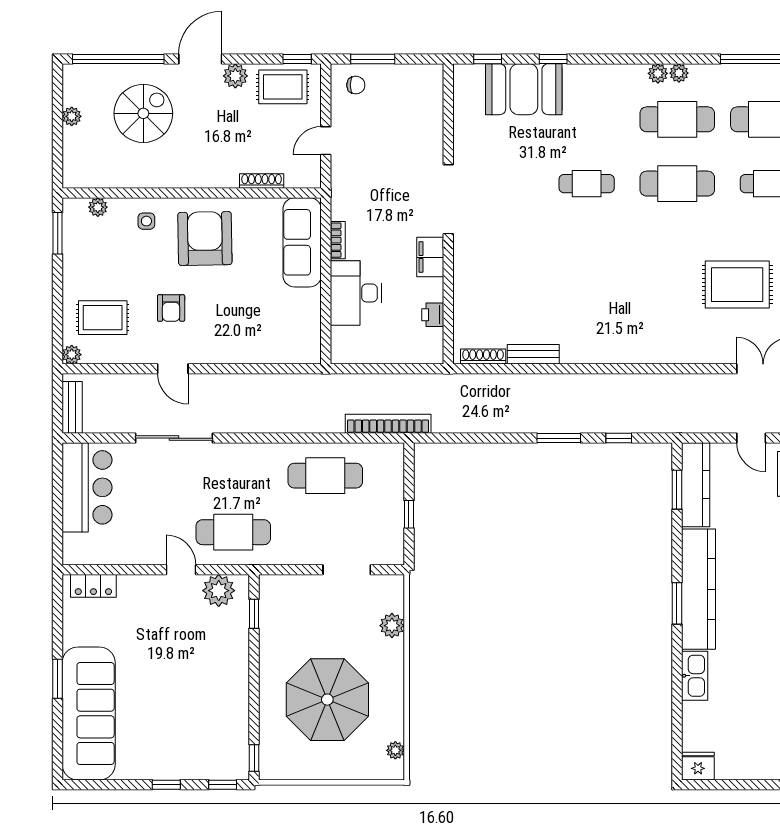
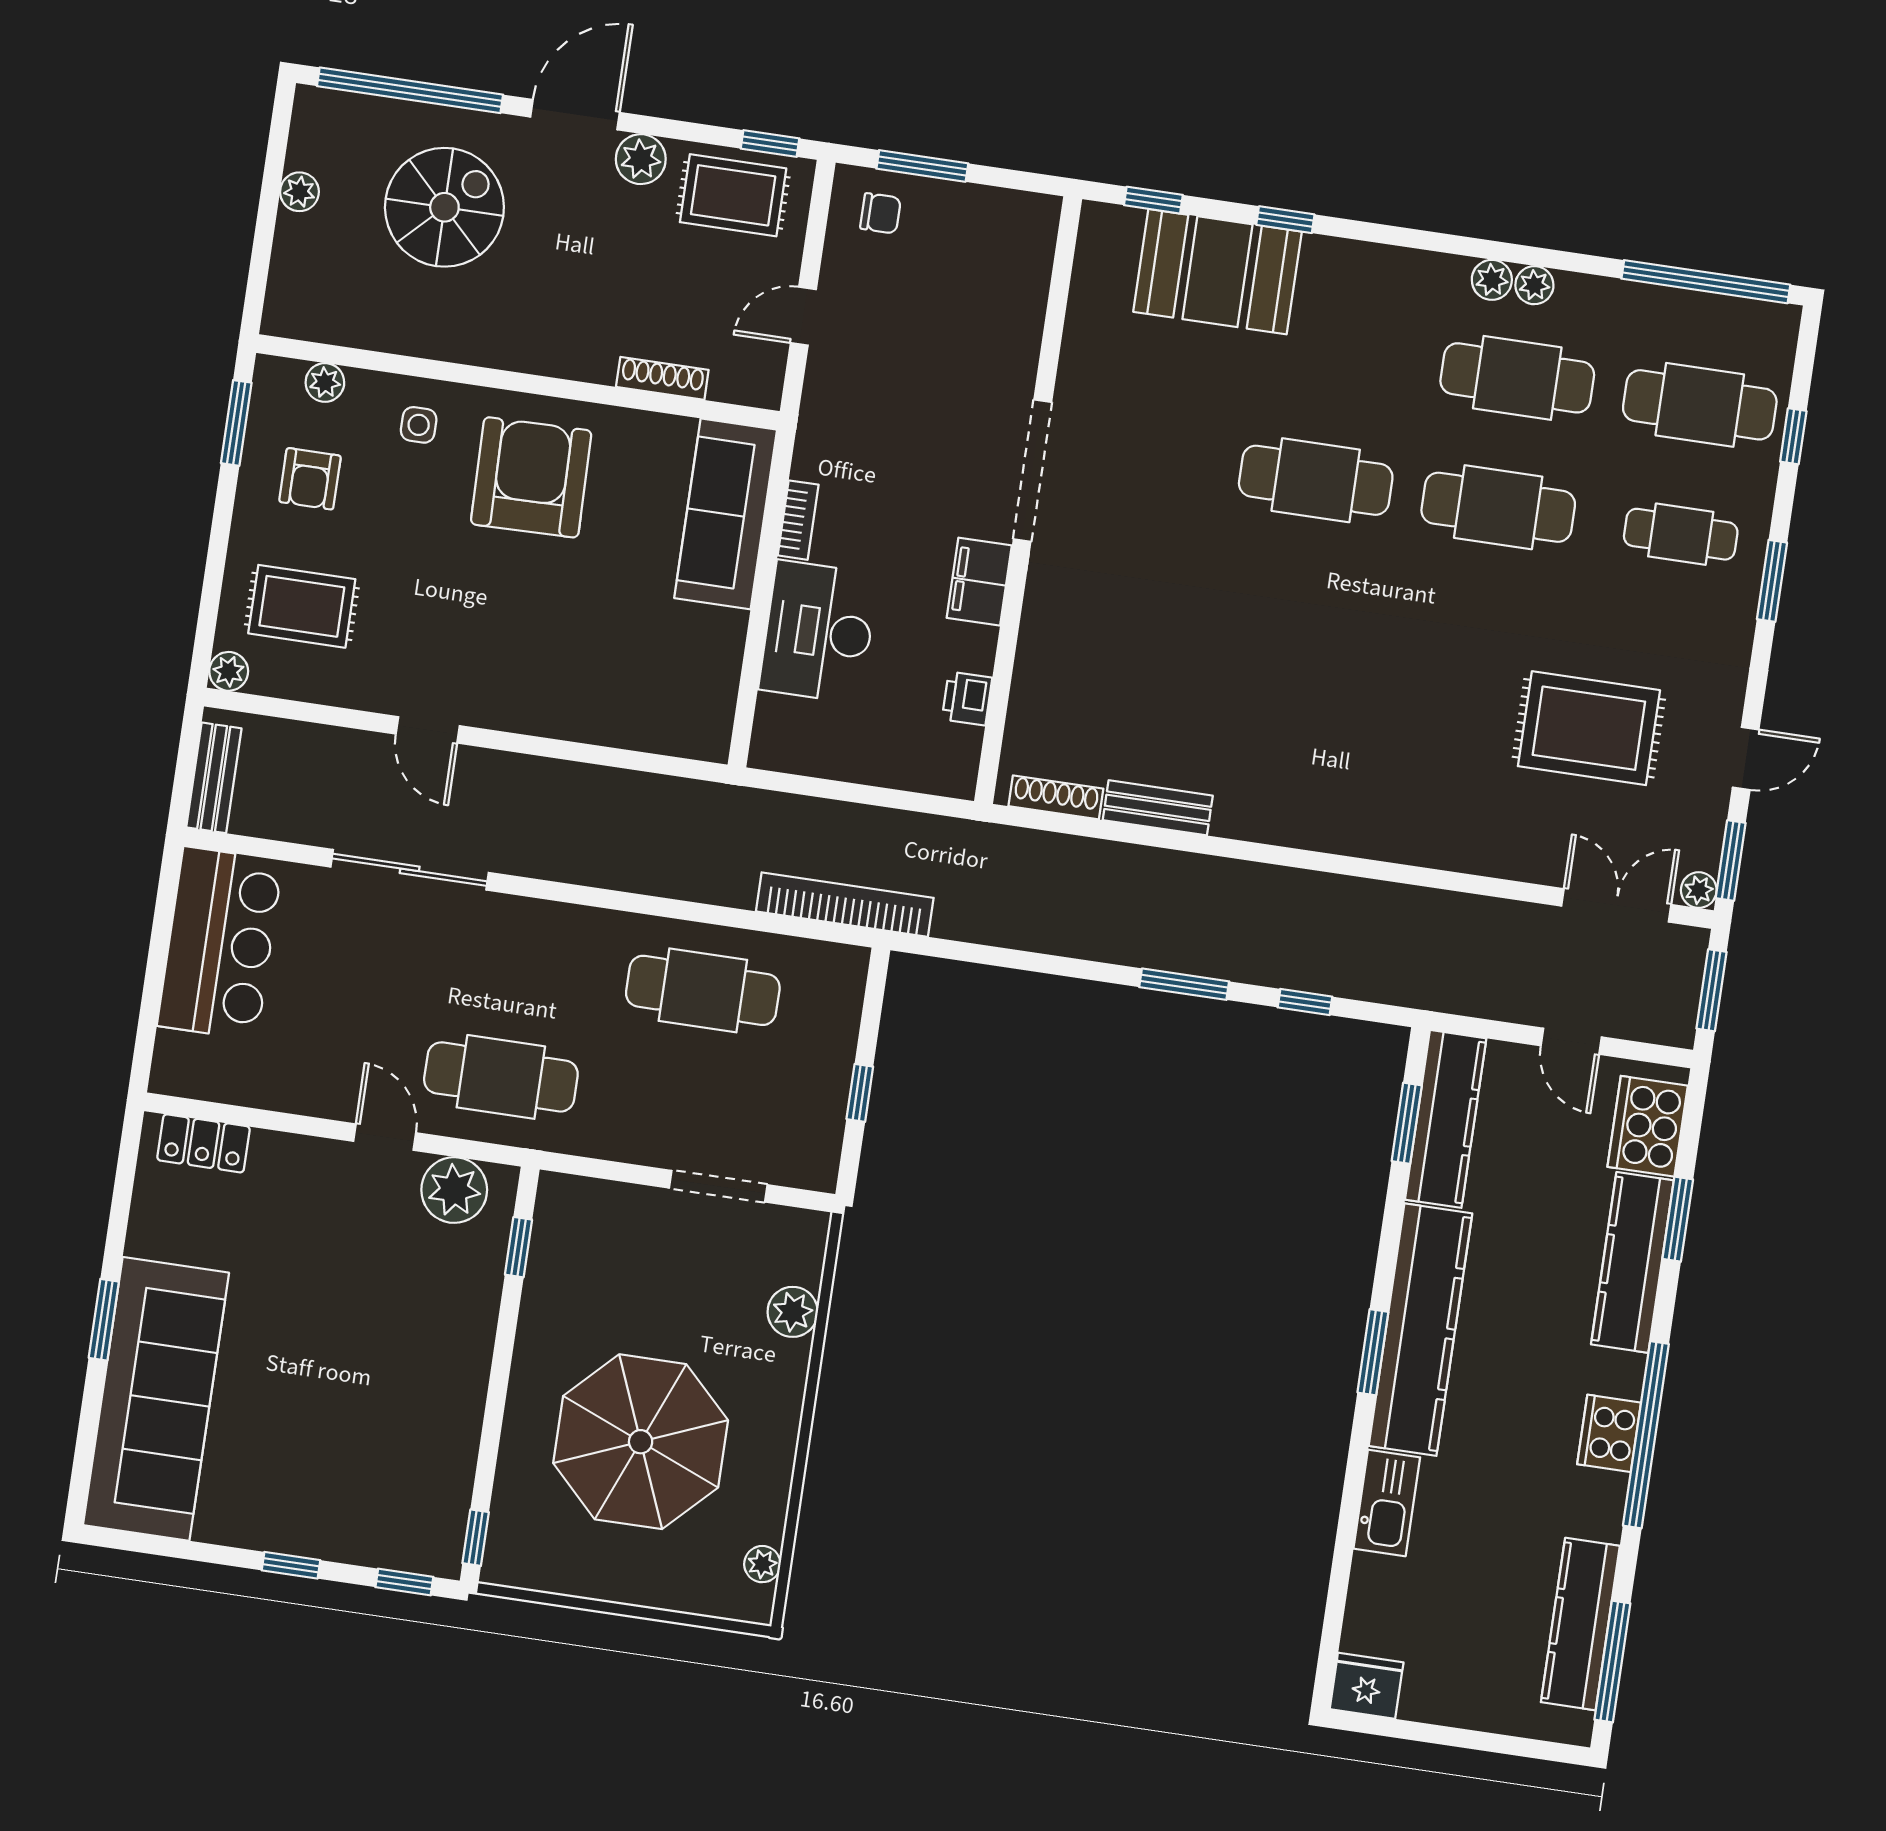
cafe table: (587, 184) -> (1316, 480), width x1.37, depth x1.35
armchair: (171, 308) -> (310, 479), moved

